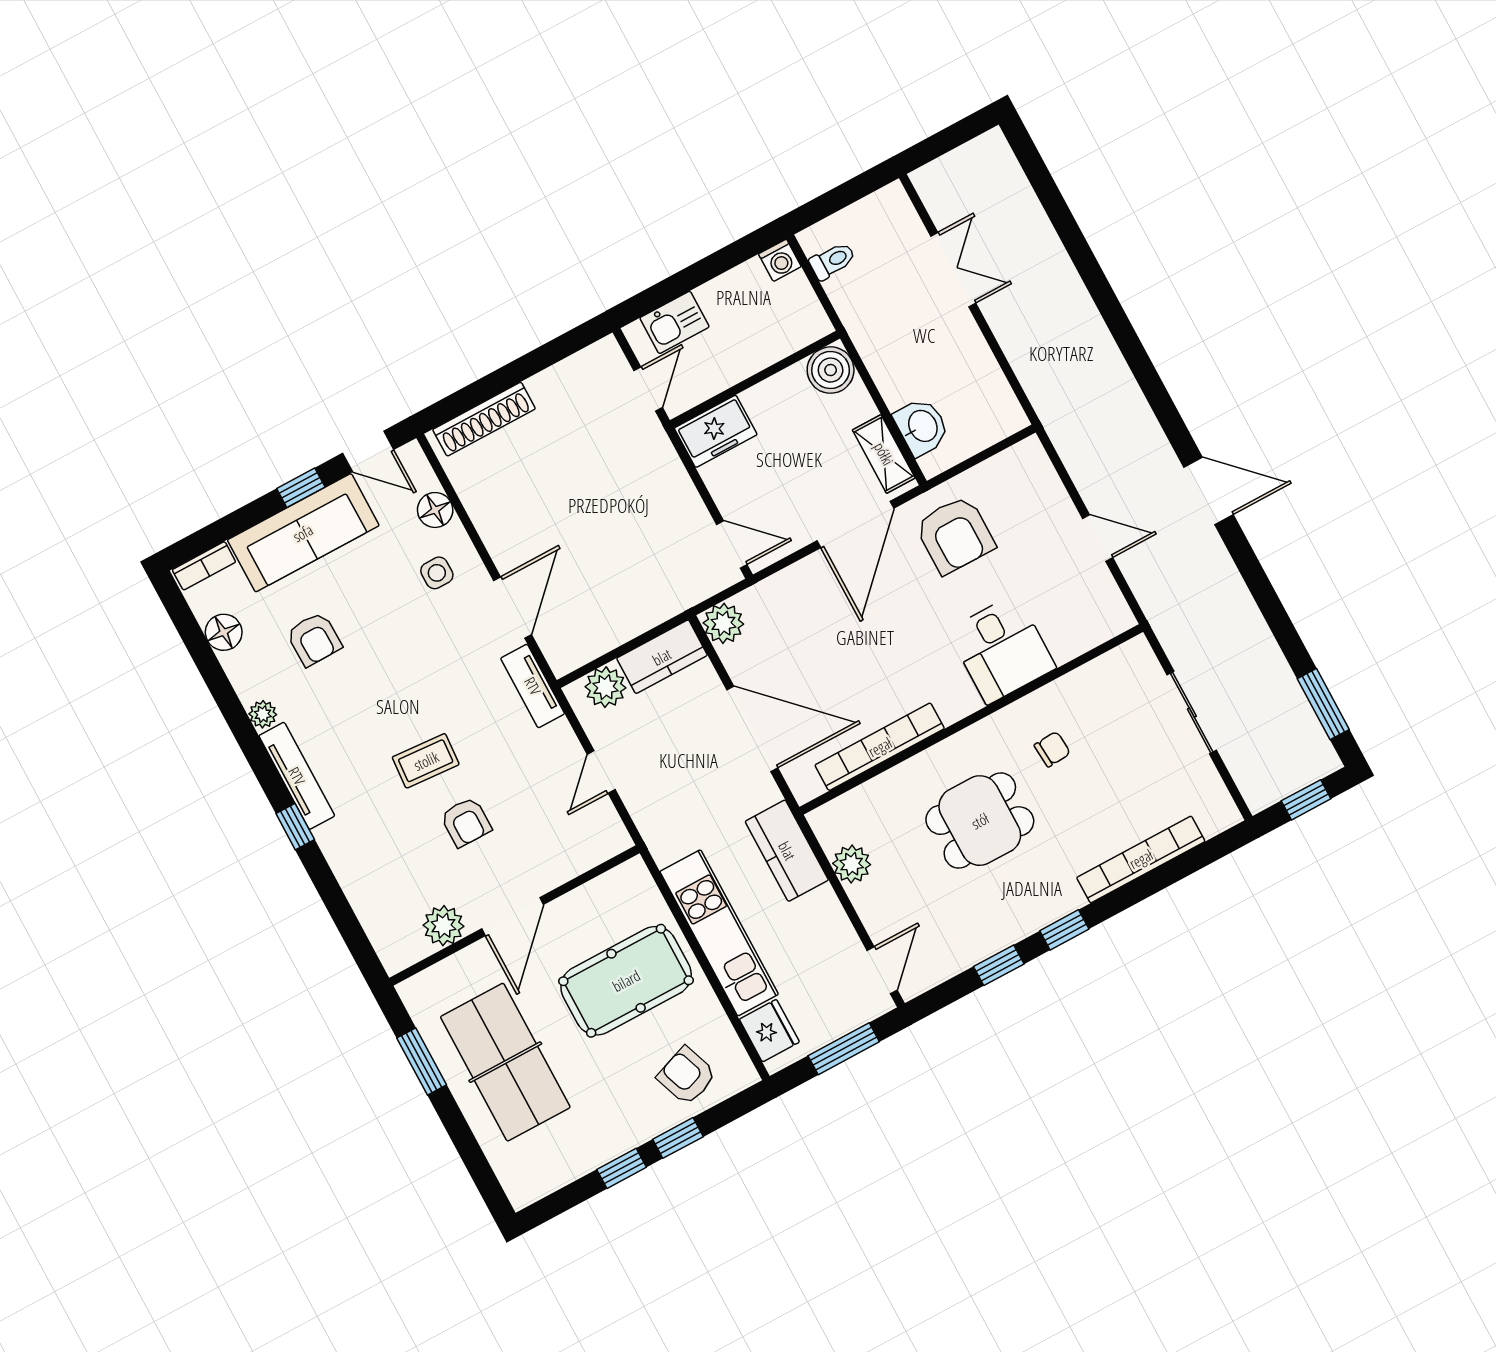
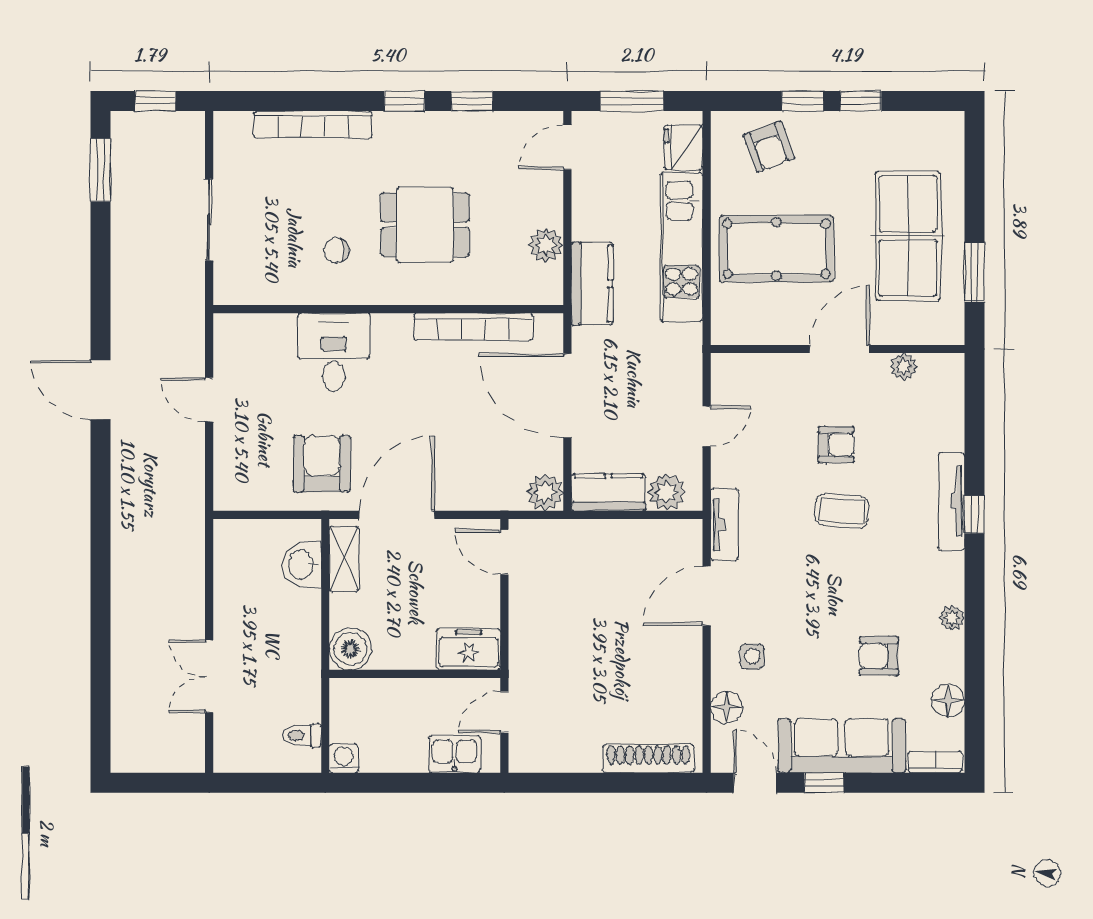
armchair: (314, 639) -> (879, 656), turned -89
tv unit: (297, 776) -> (951, 501), moved
armchair: (466, 822) -> (836, 445), turned 90
plant: (443, 926) -> (904, 366), width x0.73, depth x0.73

